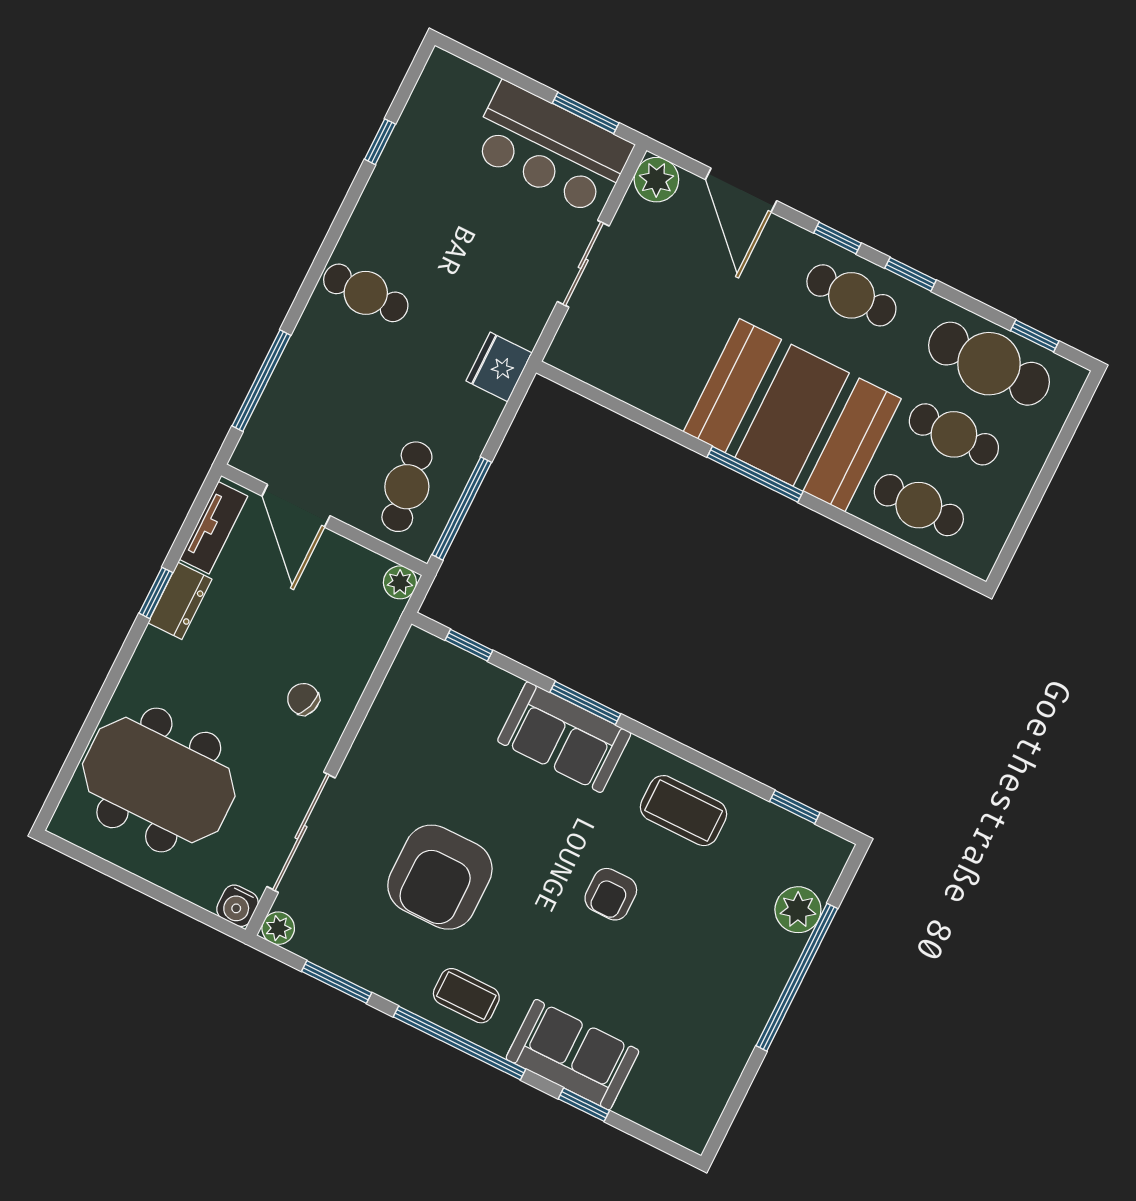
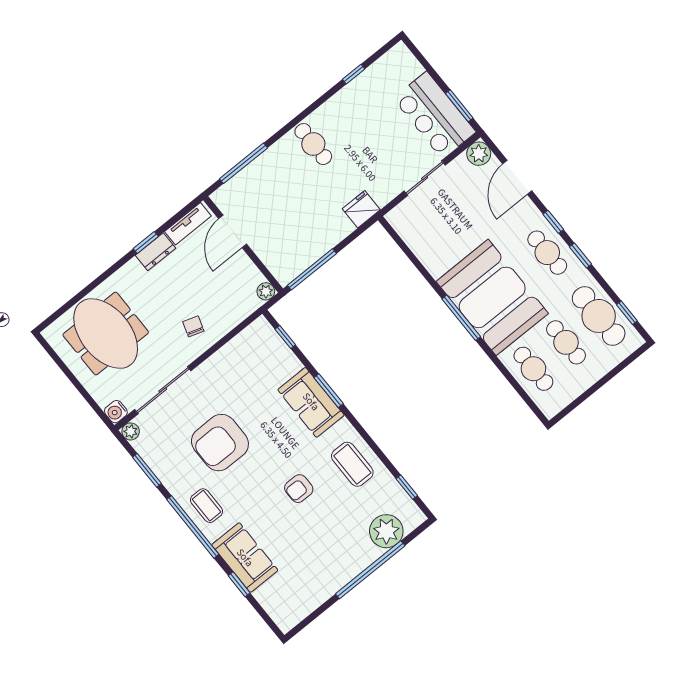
cafe table: (407, 487) -> (290, 247), removed
plant: (798, 910) -> (386, 531), width x1.36, depth x1.36

